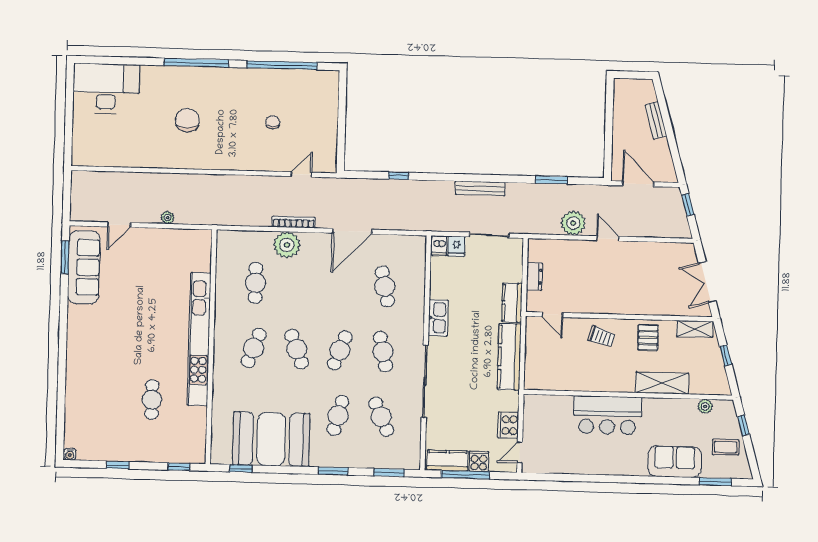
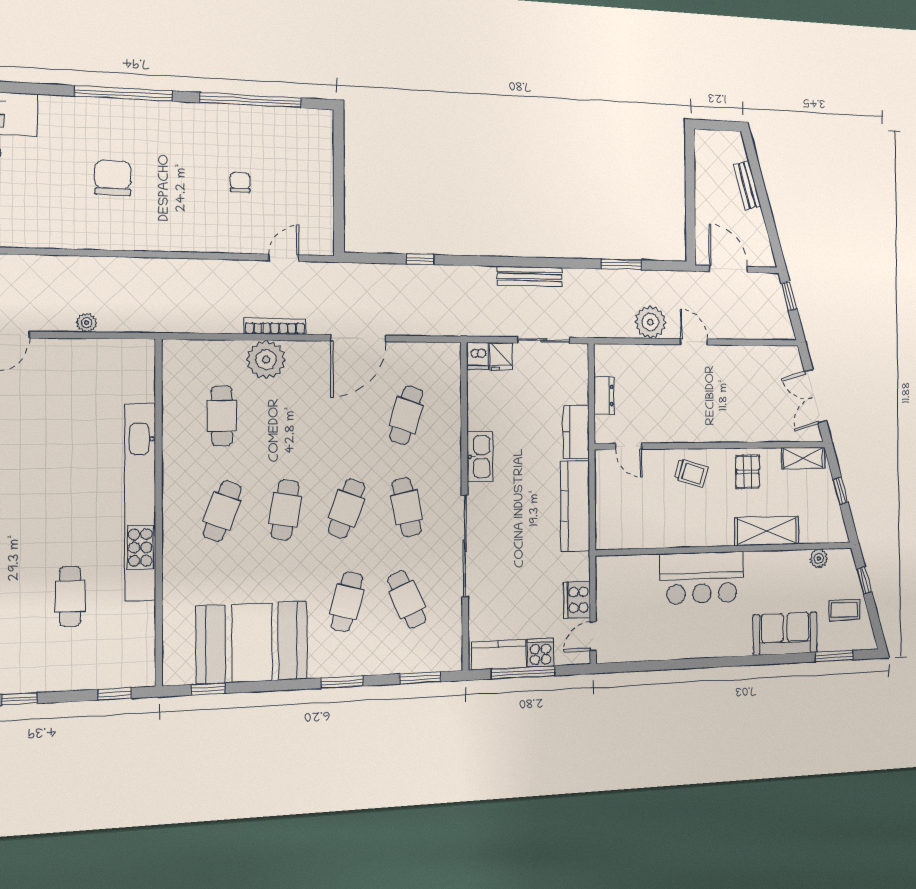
cafe table: (385, 286) -> (406, 415), turned 30
cafe table: (297, 349) -> (285, 510), turned 30

